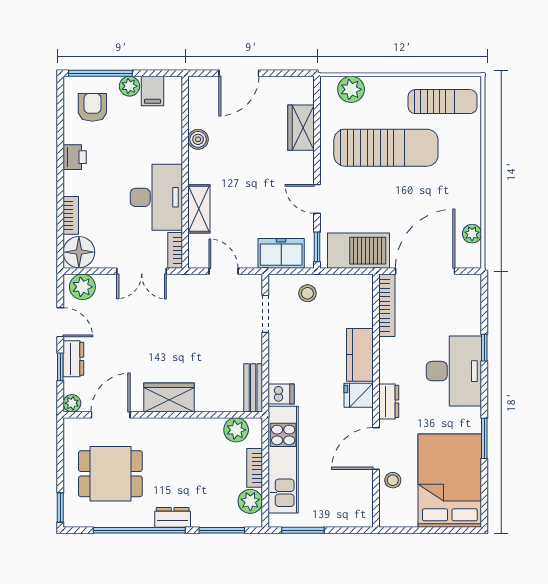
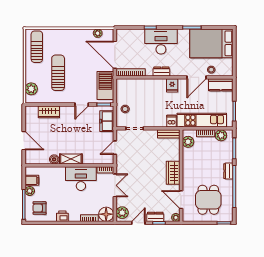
sun lounger: (386, 148) -> (58, 73), width x0.73, depth x0.75
shelving: (199, 209) -> (71, 159), moved
kitchen counter: (360, 355) -> (221, 85), moved
dresser: (389, 401) -> (161, 72), moved
door: (376, 448) -> (197, 77), hinge flipped

